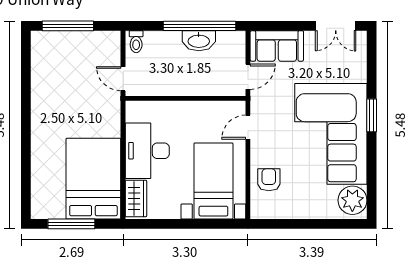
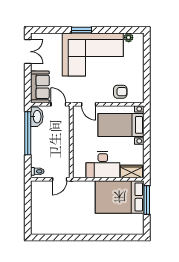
window: (68, 26) -> (28, 212), removed
washbasin: (199, 41) -> (37, 117), moved
armchair: (269, 180) -> (120, 92), turned 180
plant: (352, 200) -> (129, 37), width x0.53, depth x0.53
window: (71, 224) -> (147, 200), moved

